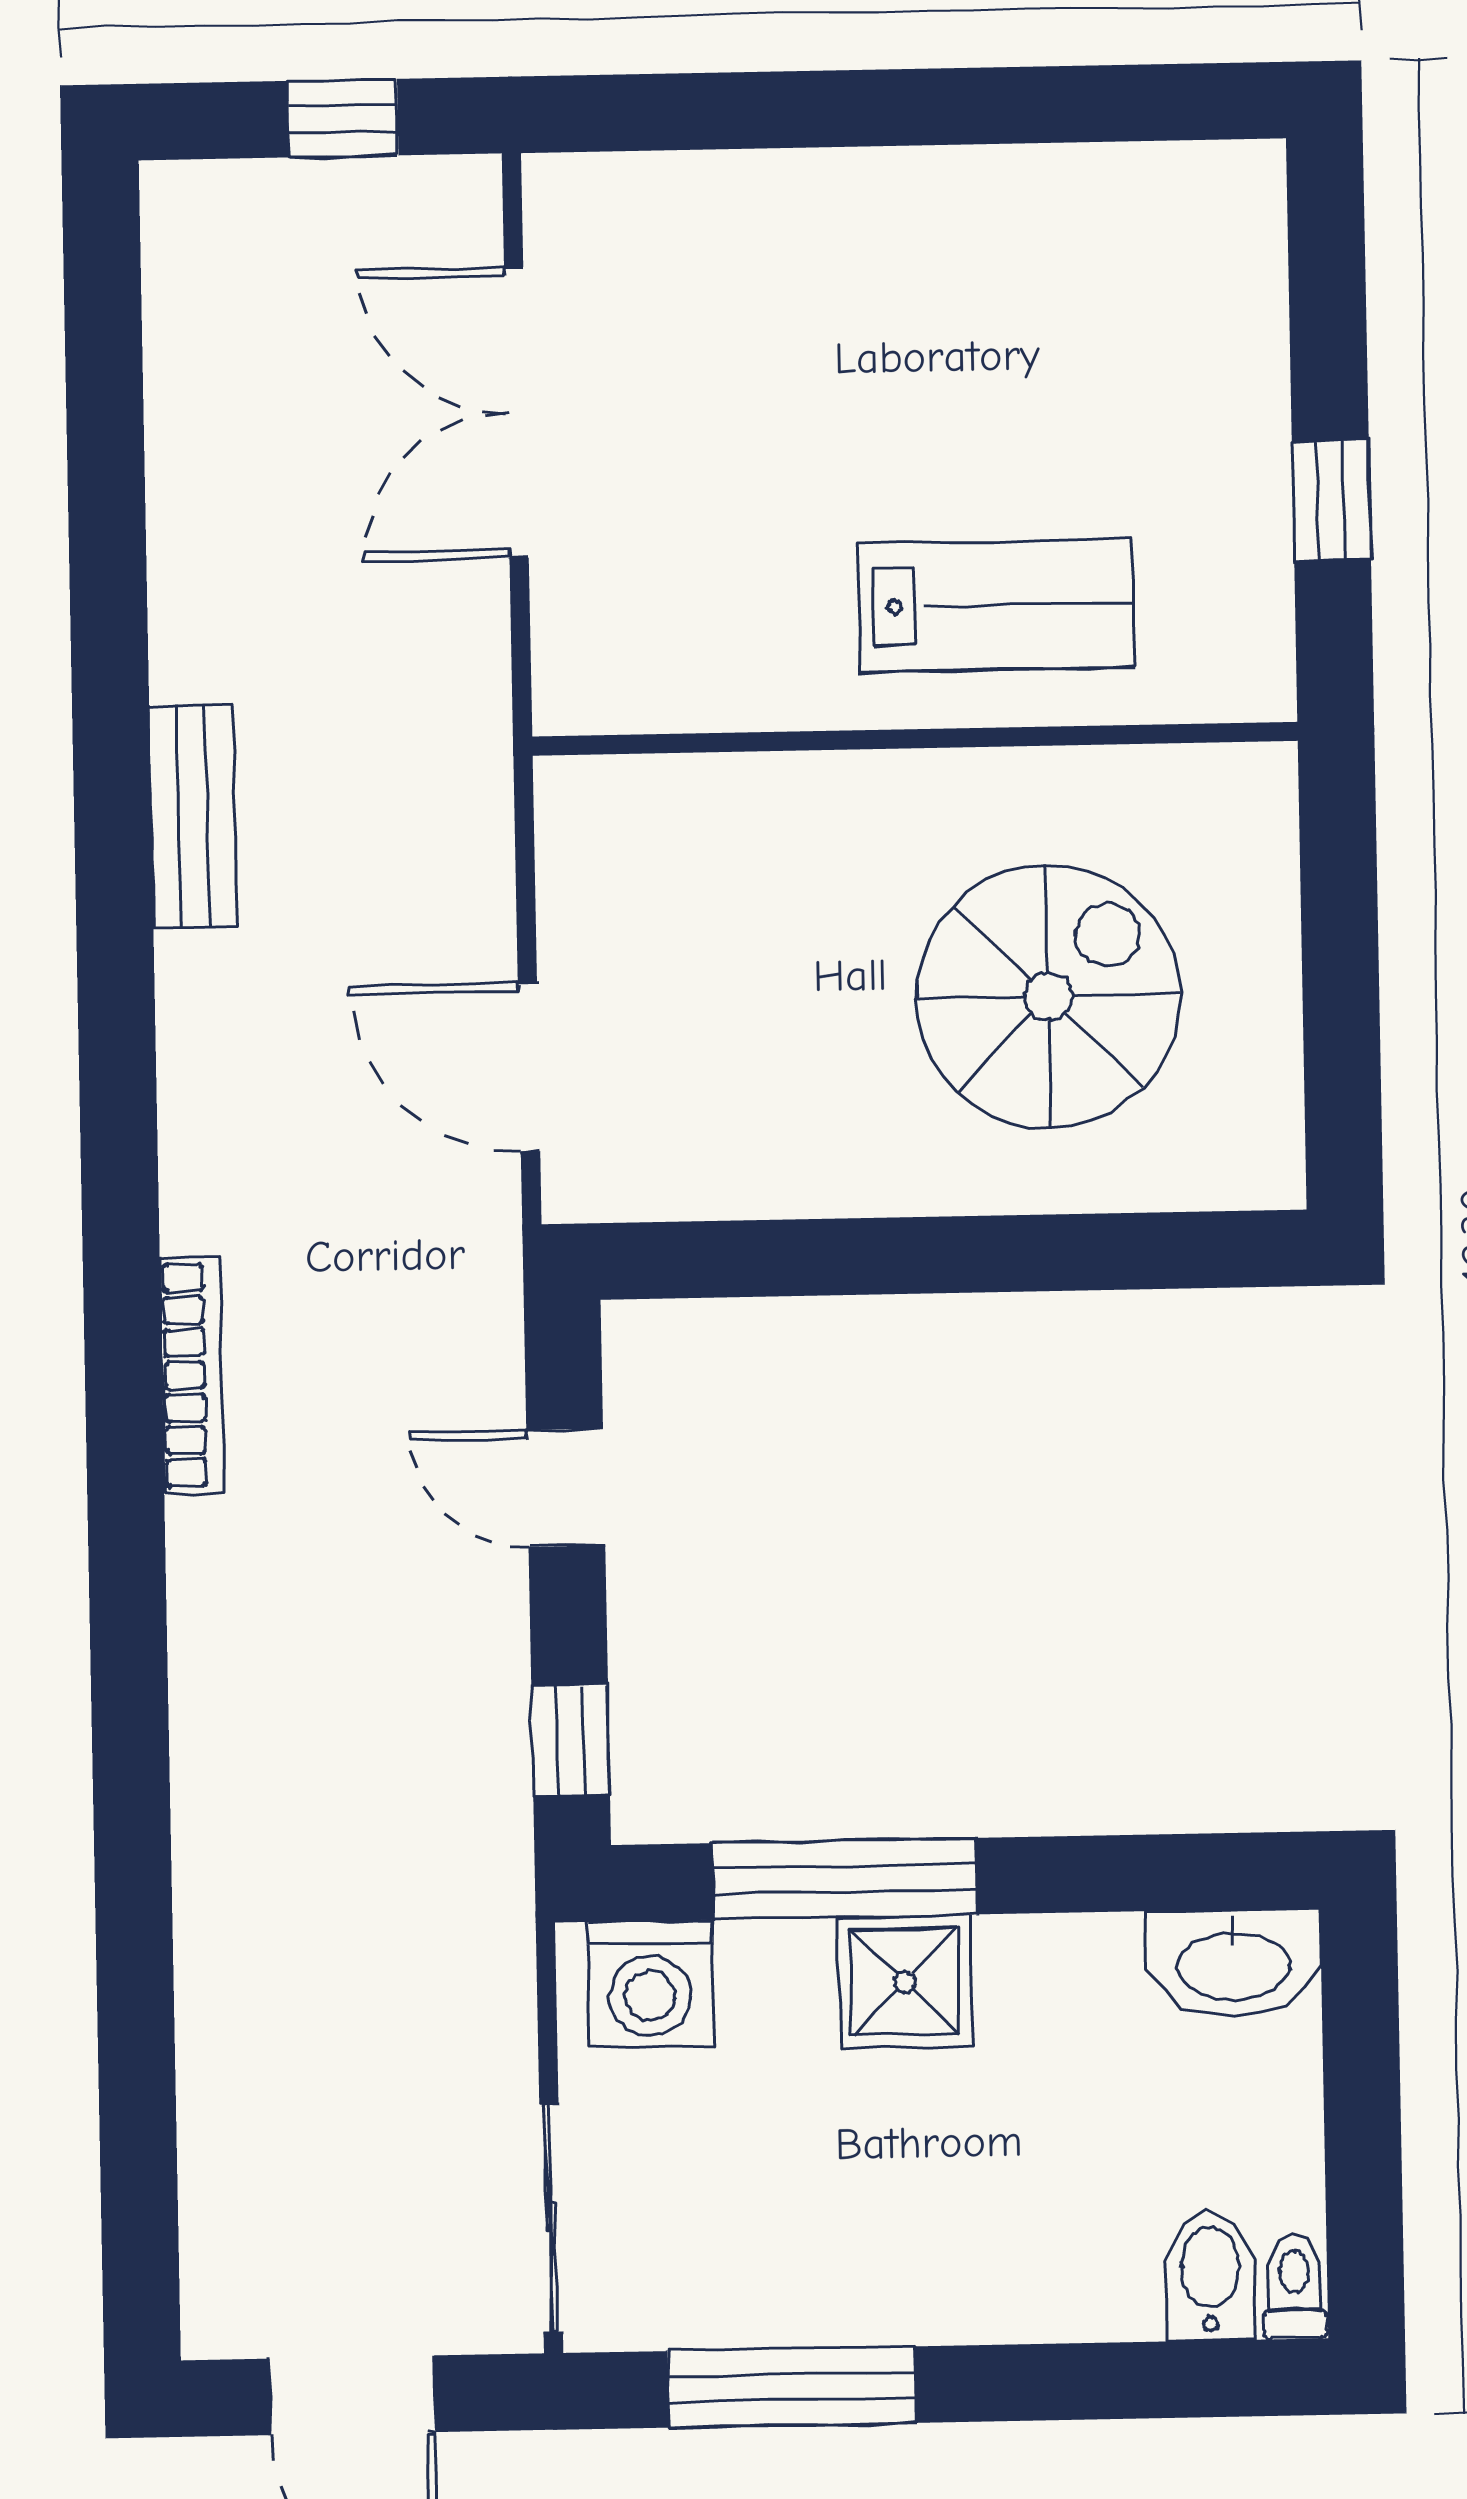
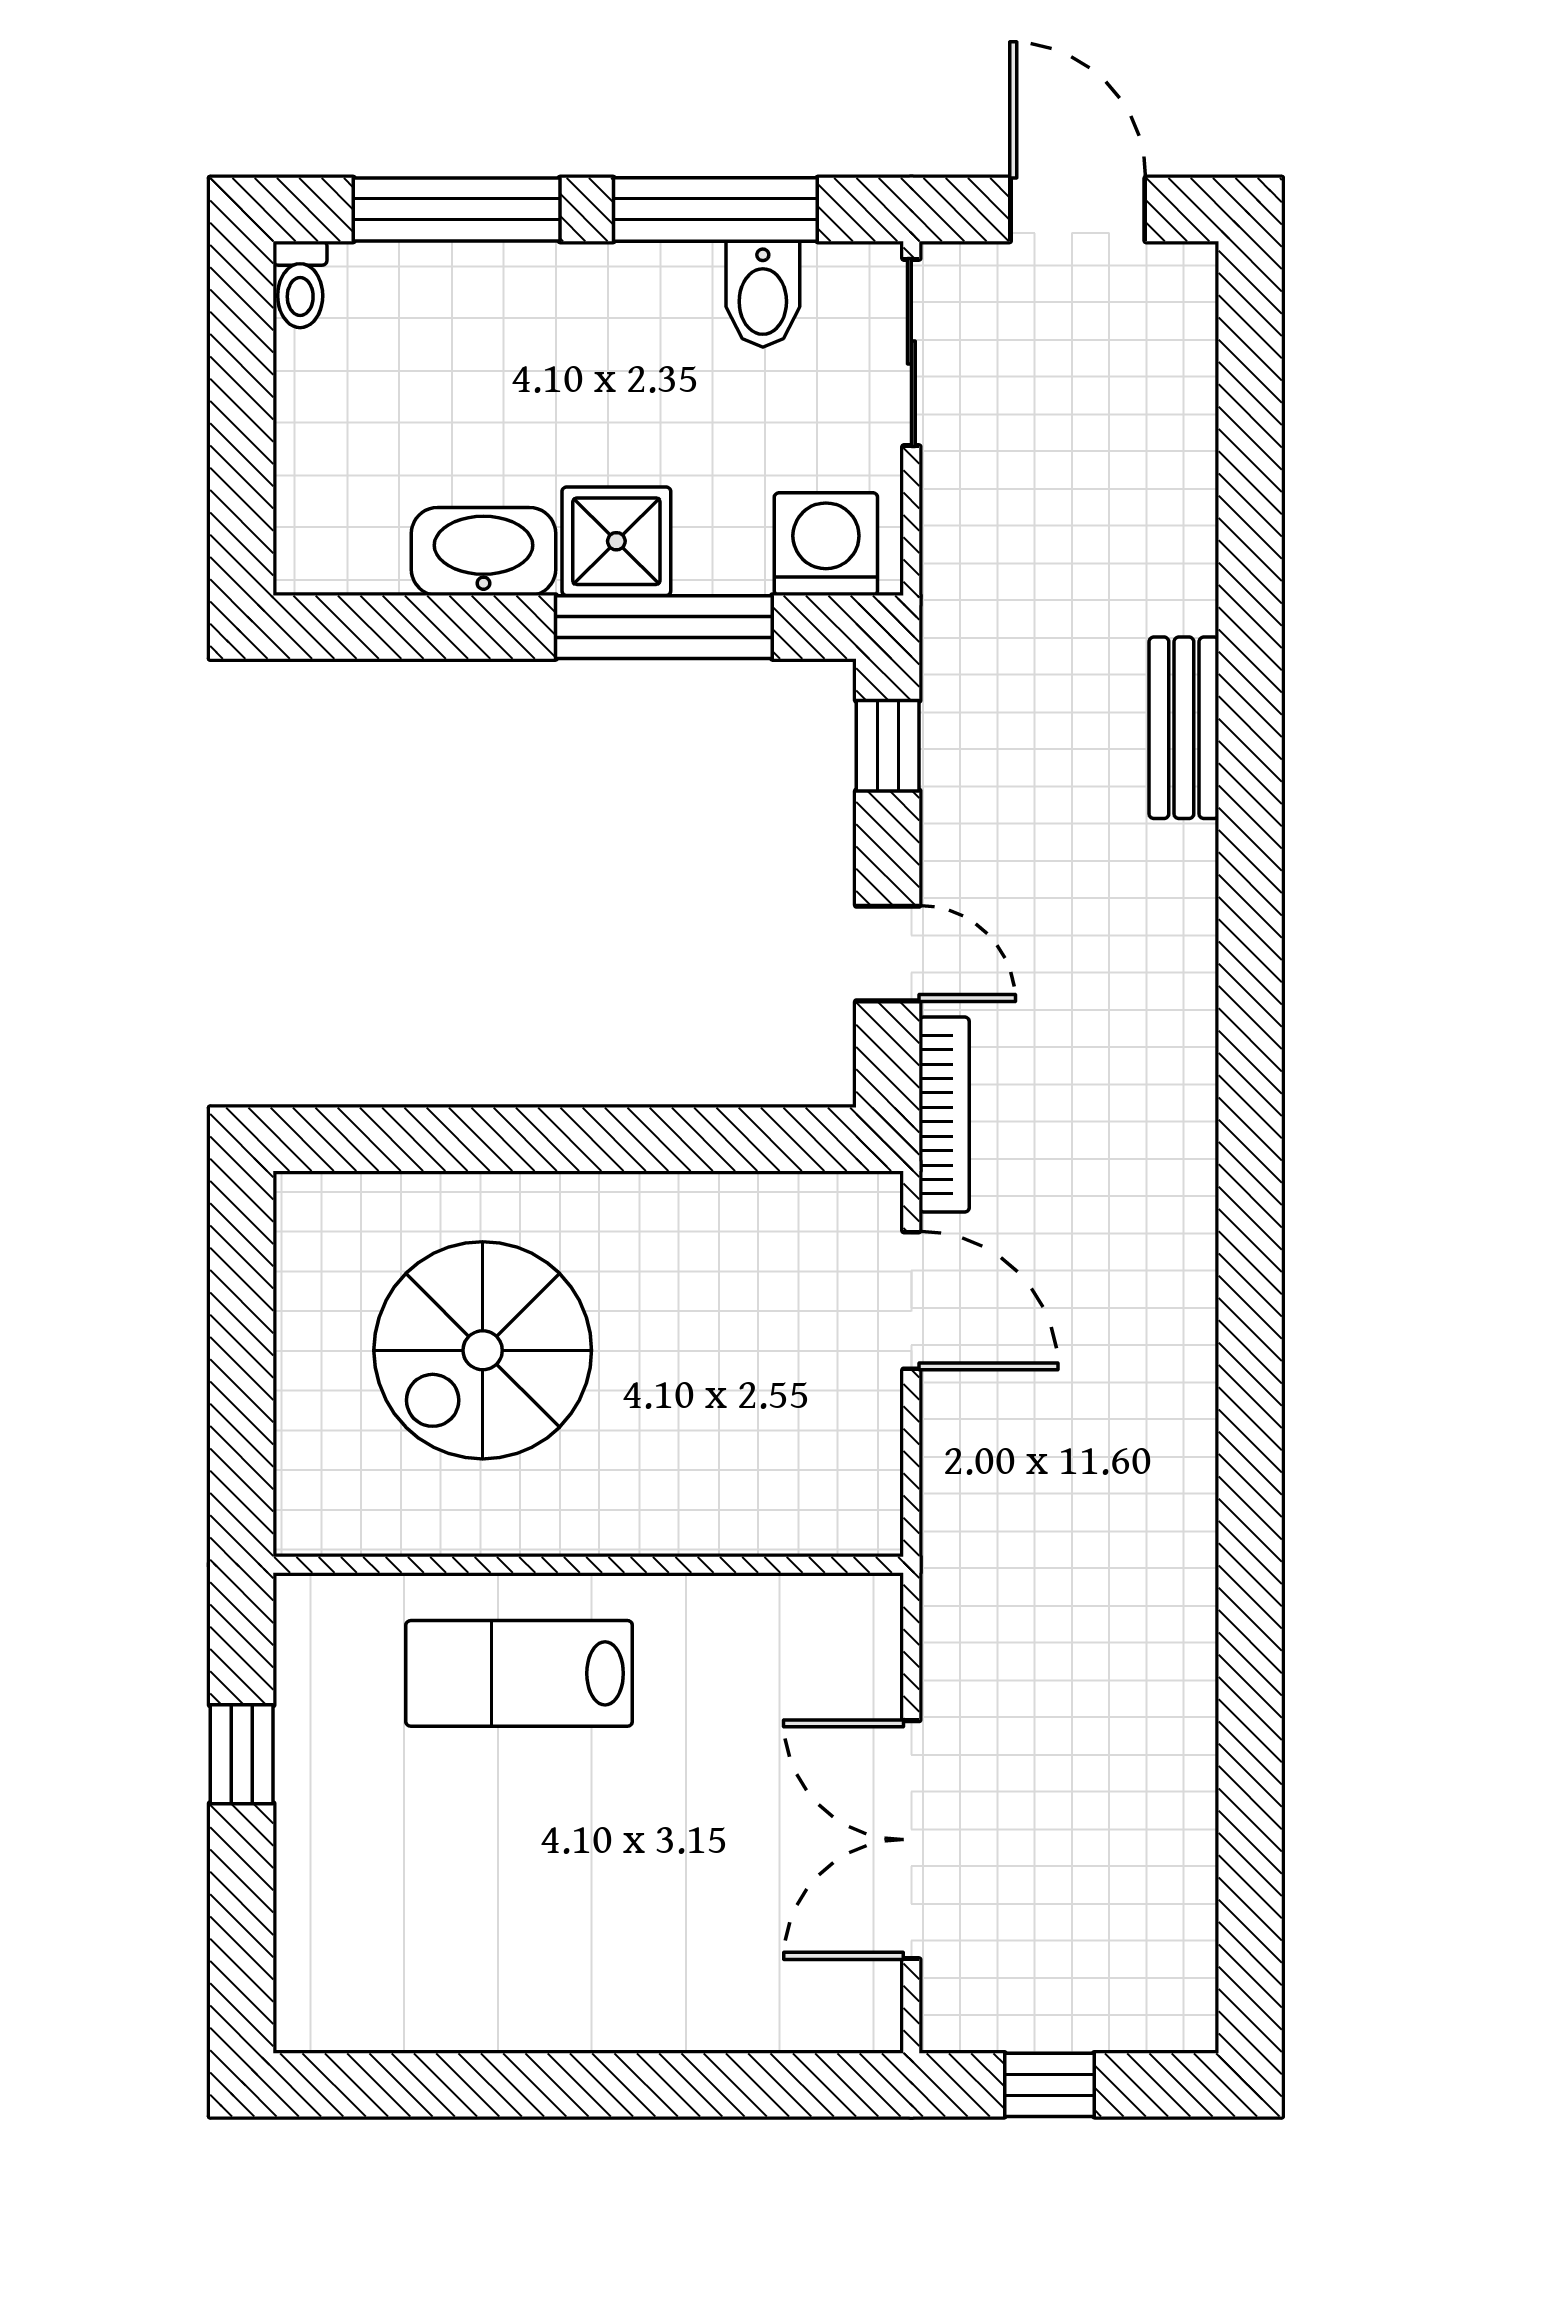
double door: (516, 413) -> (911, 1840), swing flipped
bench: (193, 817) -> (1184, 728), moved
bookcase: (192, 1375) -> (944, 1115), moved, turned 180
washbasin: (1233, 1963) -> (483, 551), moved
bidet: (1210, 2276) -> (763, 294), moved
window: (1106, 2381) -> (457, 209), added

